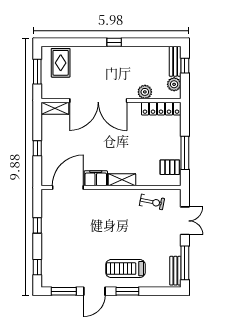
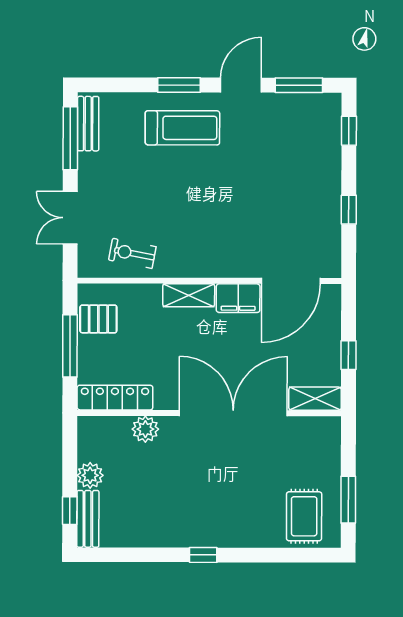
plant: (145, 92) -> (145, 429), moved
double door: (98, 100) -> (233, 413), moved
wall: (111, 100) -> (209, 413), moved
shelving: (55, 108) -> (315, 399), moved
locker: (161, 109) -> (115, 398), moved

